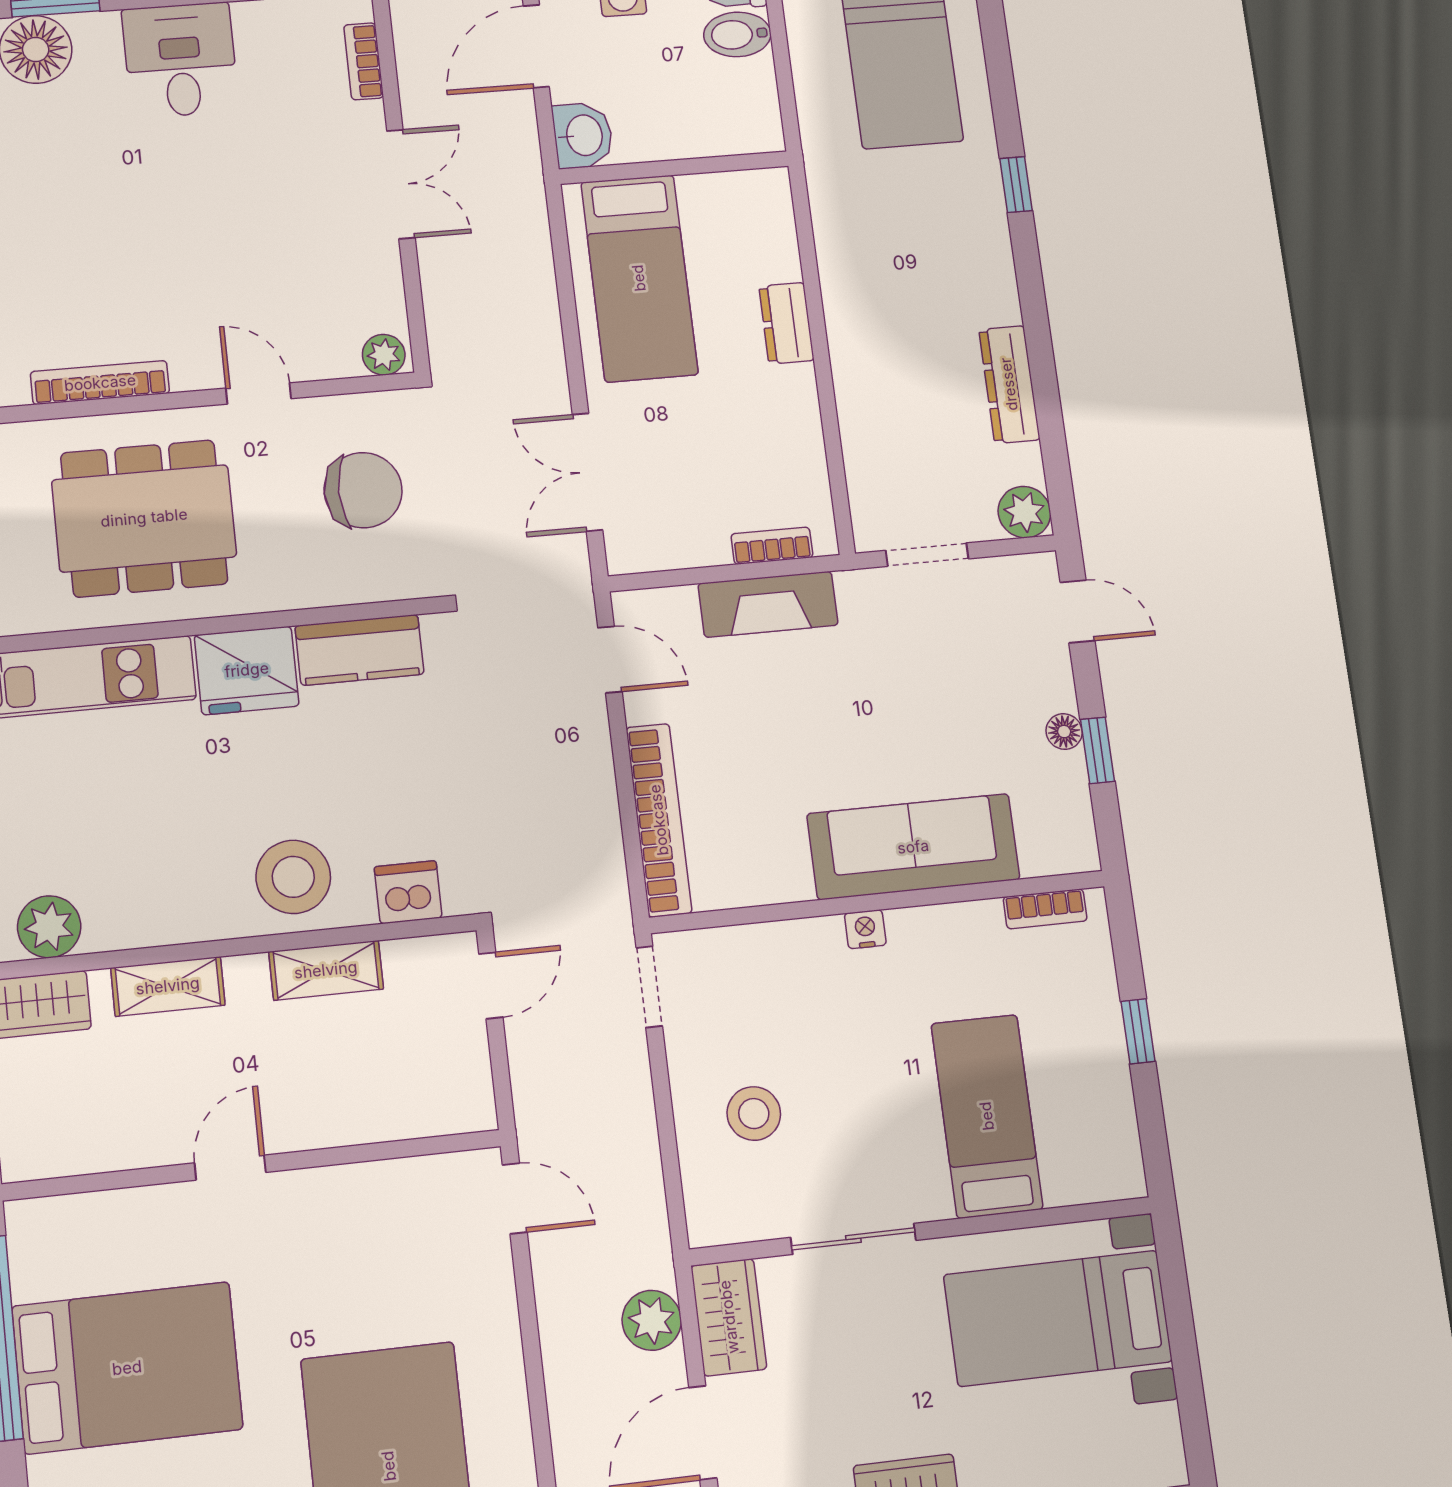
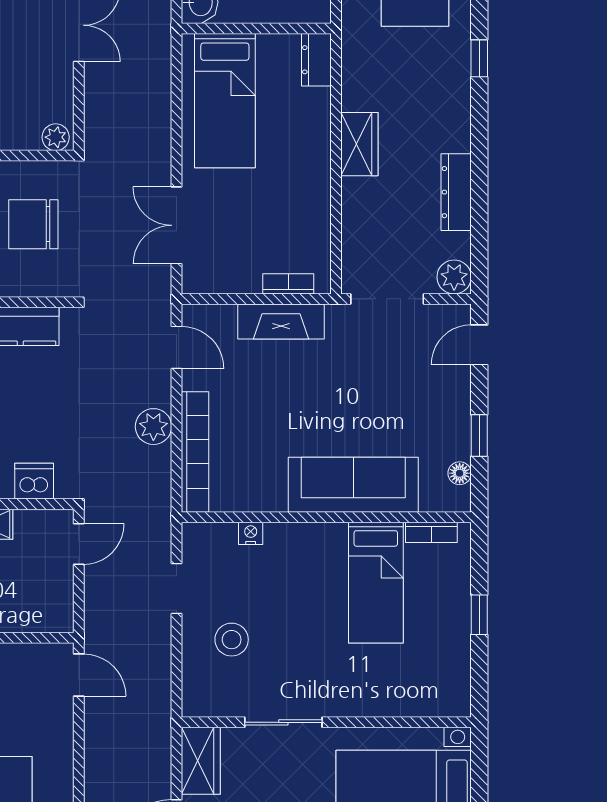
dresser: (786, 323) -> (316, 60), moved
wardrobe: (853, 326) -> (359, 144), added
chair: (363, 490) -> (33, 224), turned 180
doorway: (927, 555) -> (387, 299), width x1.38
door: (1077, 611) -> (479, 345), swing flipped
floor lamp: (1064, 732) -> (460, 473), moved
nightstand: (865, 929) -> (251, 533), moved
doorway: (649, 987) -> (176, 588), moved
bed: (987, 1116) -> (376, 583), moved, turned 180
plant: (652, 1320) -> (153, 427), moved

